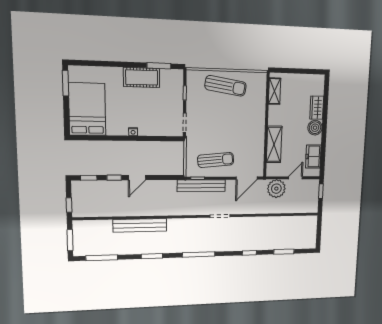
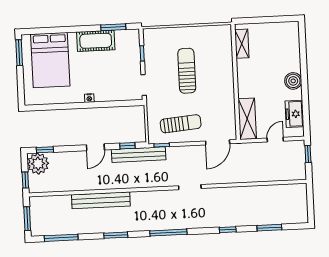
sun lounger: (226, 86) -> (187, 71), moved, turned -99
wardrobe: (317, 108) -> (293, 58), removed
bed: (87, 109) -> (50, 60), moved, turned 180
shelving: (274, 144) -> (247, 119), moved
window: (114, 178) -> (127, 146), moved
bench: (201, 186) -> (139, 155), moved
plant: (276, 189) -> (38, 164), moved

